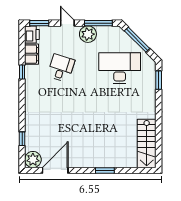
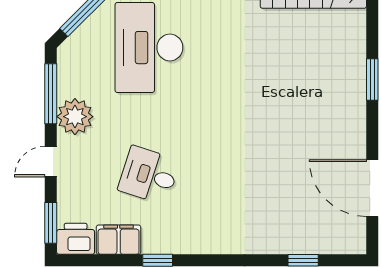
plant: (33, 160) -> (349, 236), removed

